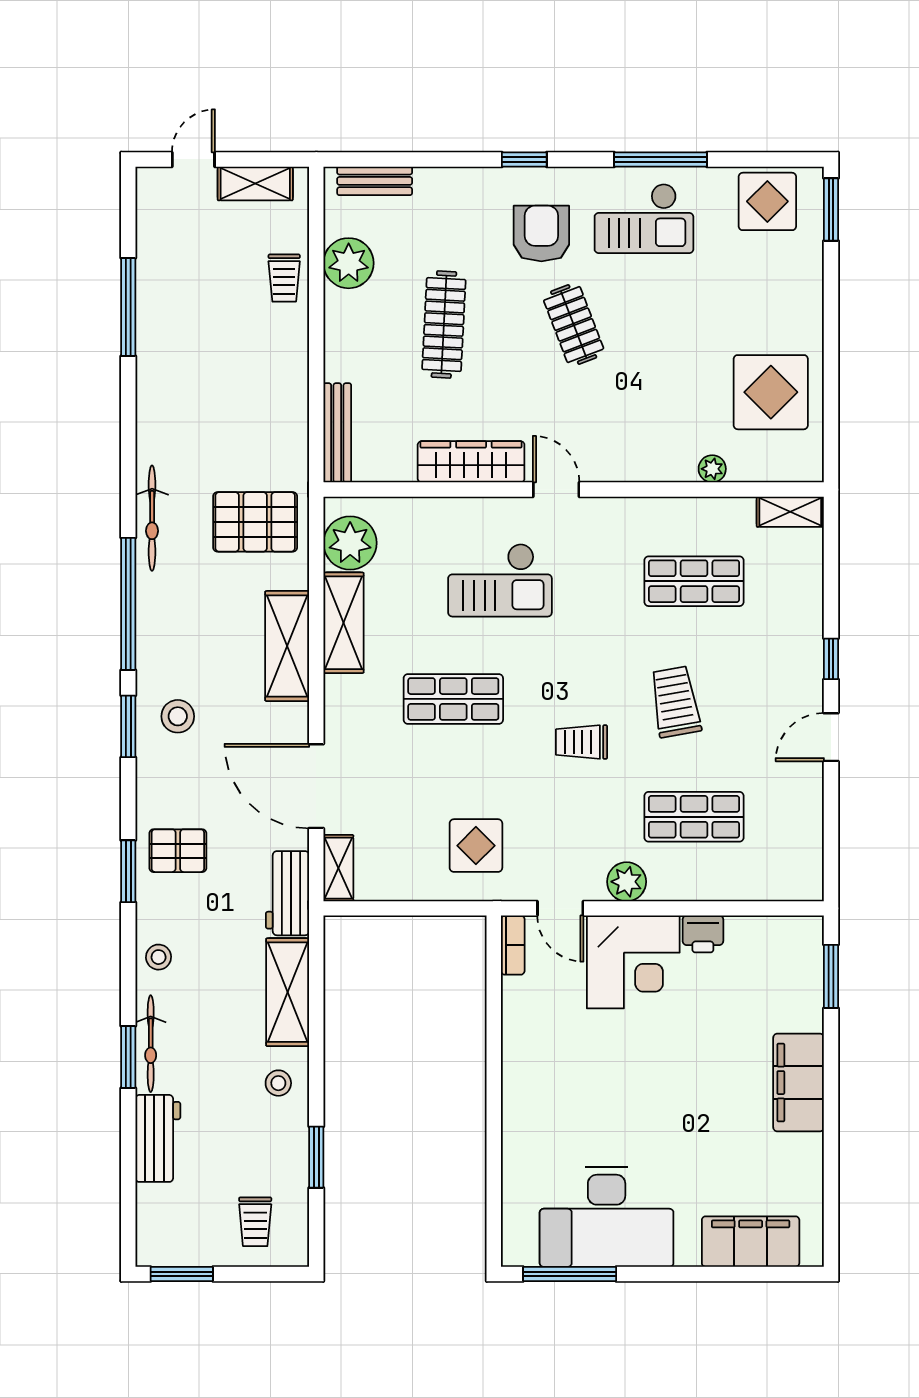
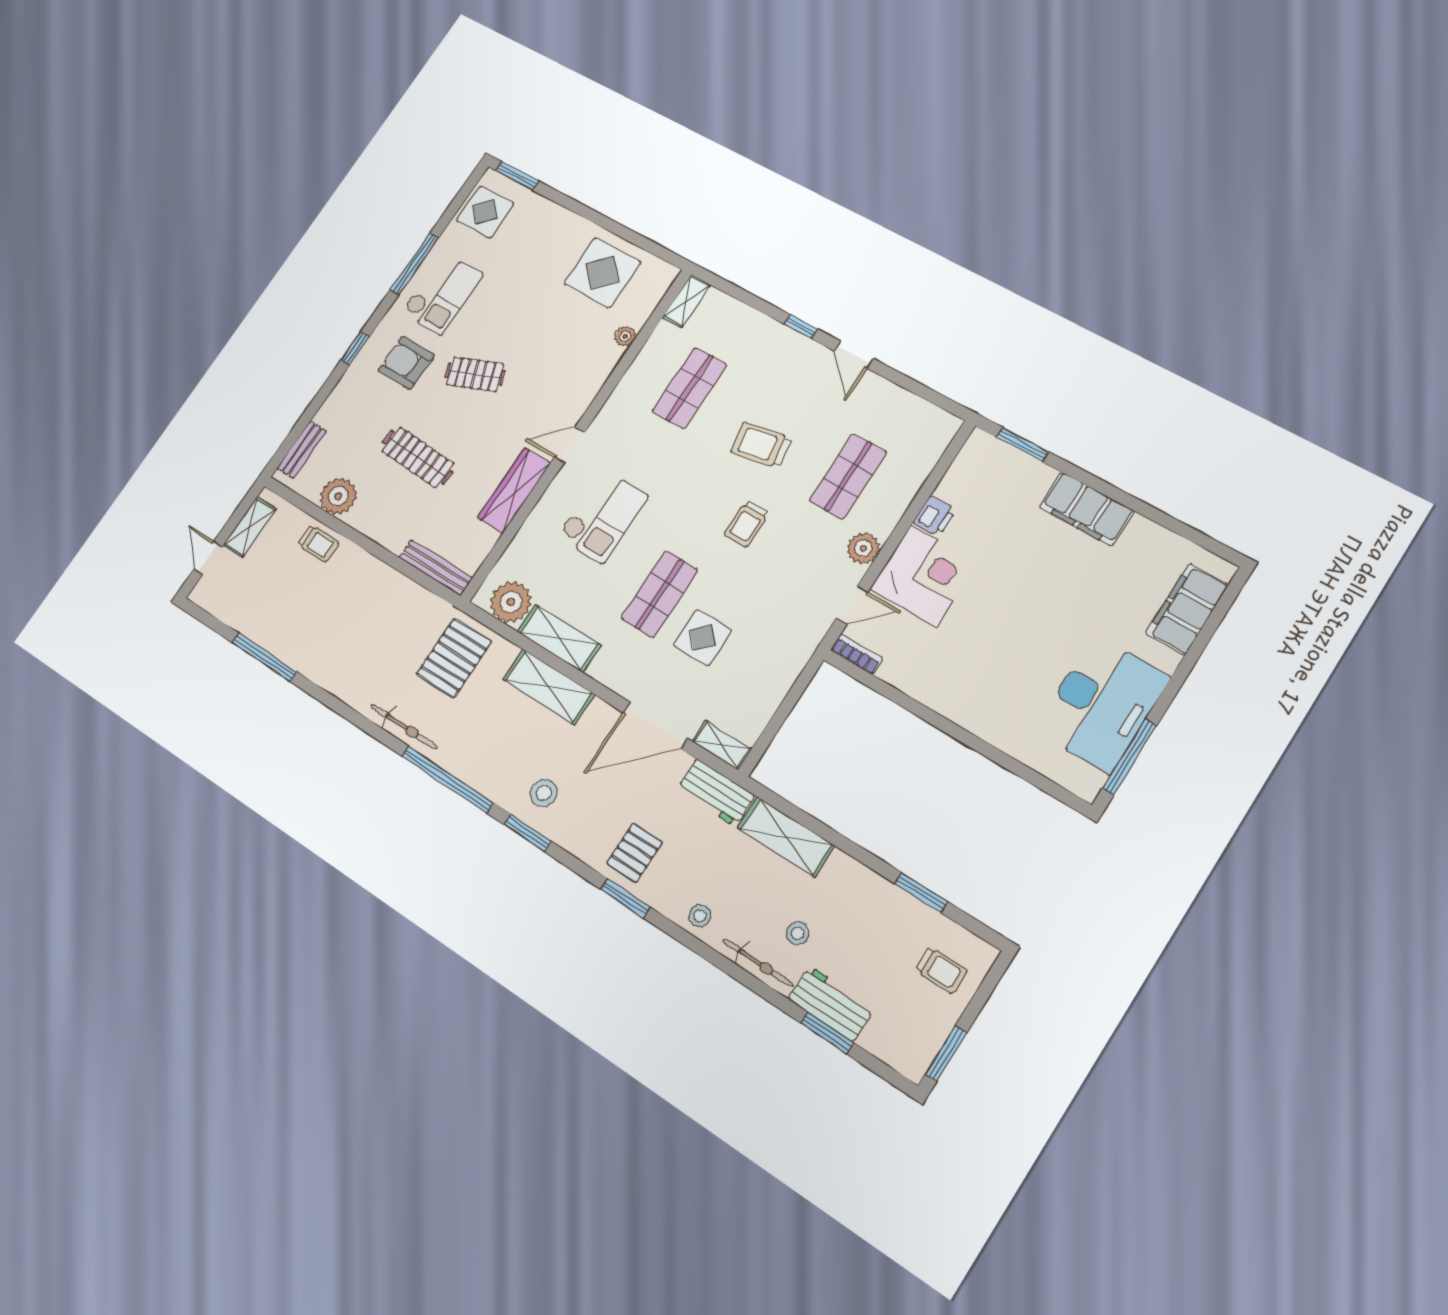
display table: (476, 846) -> (703, 638), moved
window: (128, 1057) -> (827, 1033), moved
stool: (278, 1083) -> (798, 933), moved

